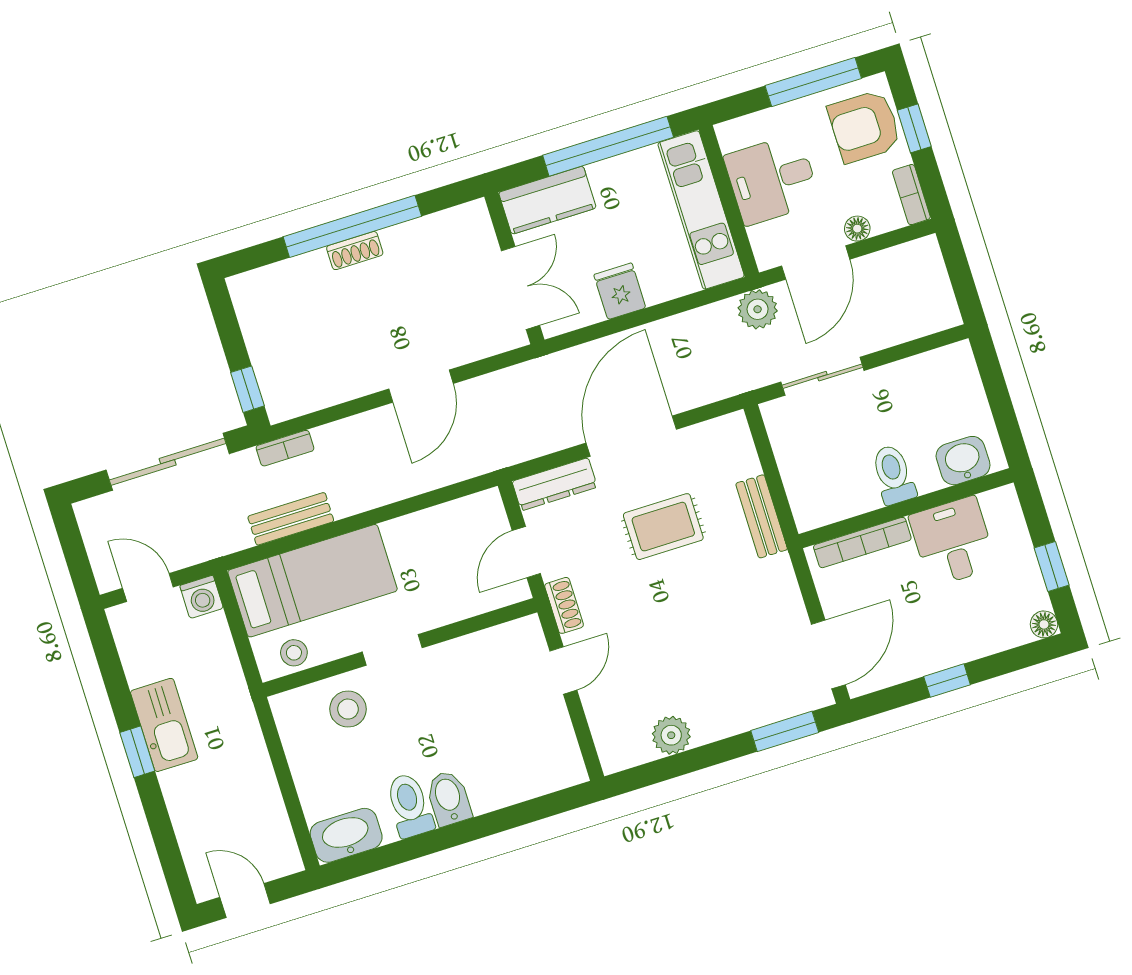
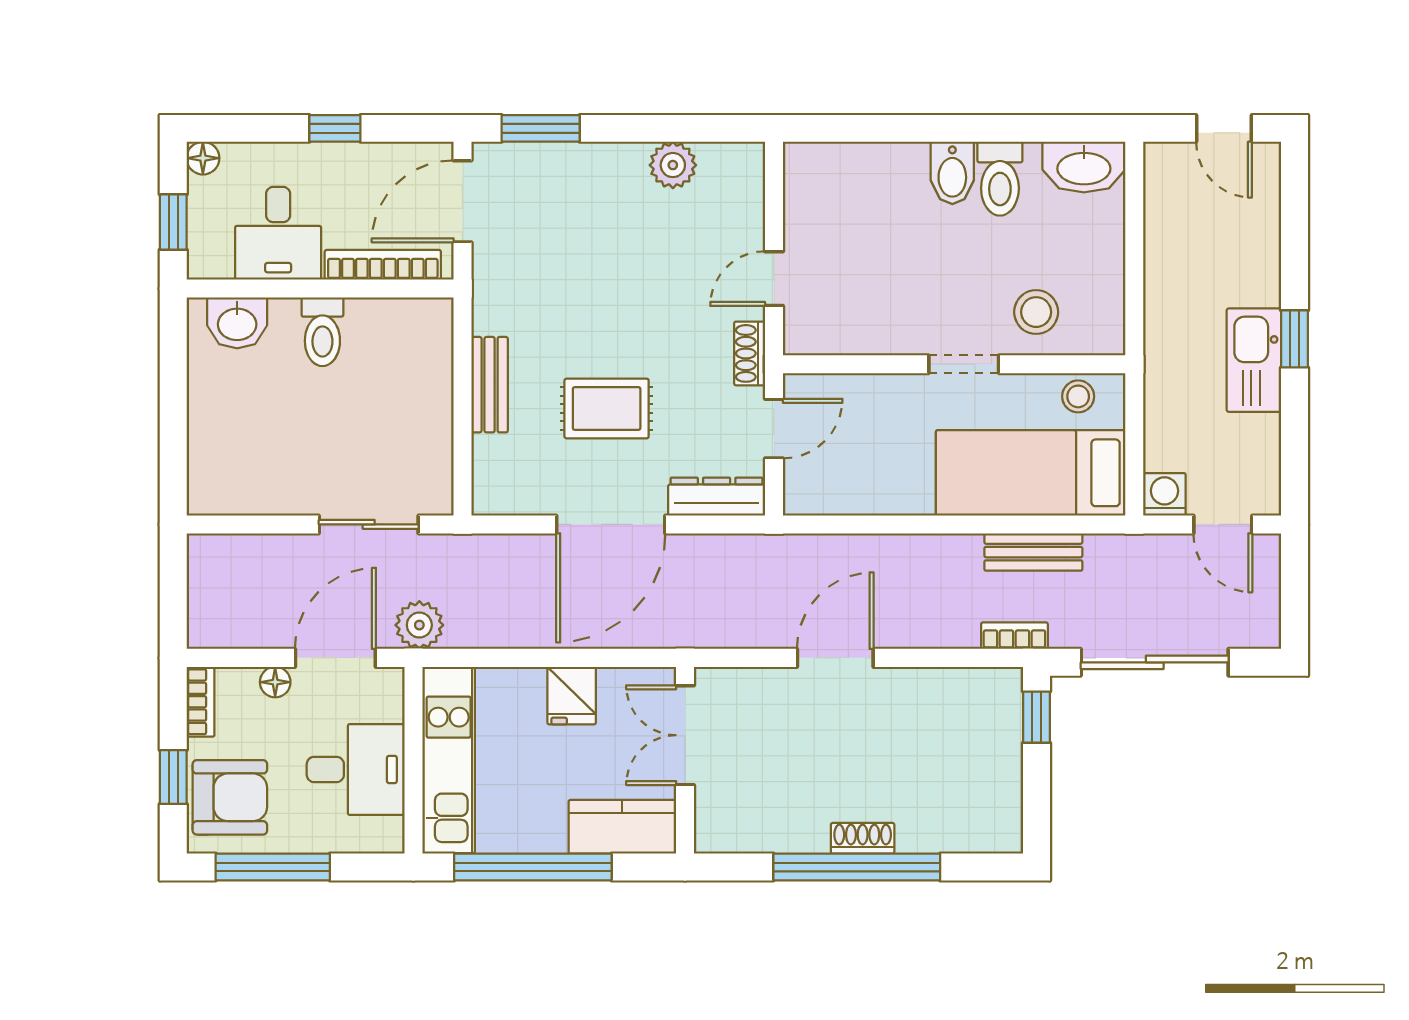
washbasin: (963, 461) -> (237, 323), moved
toilet: (893, 475) -> (322, 332), moved
wall: (906, 508) -> (320, 289), moved
desk: (953, 541) -> (278, 233), moved
bookcase: (862, 543) -> (383, 265), moved

